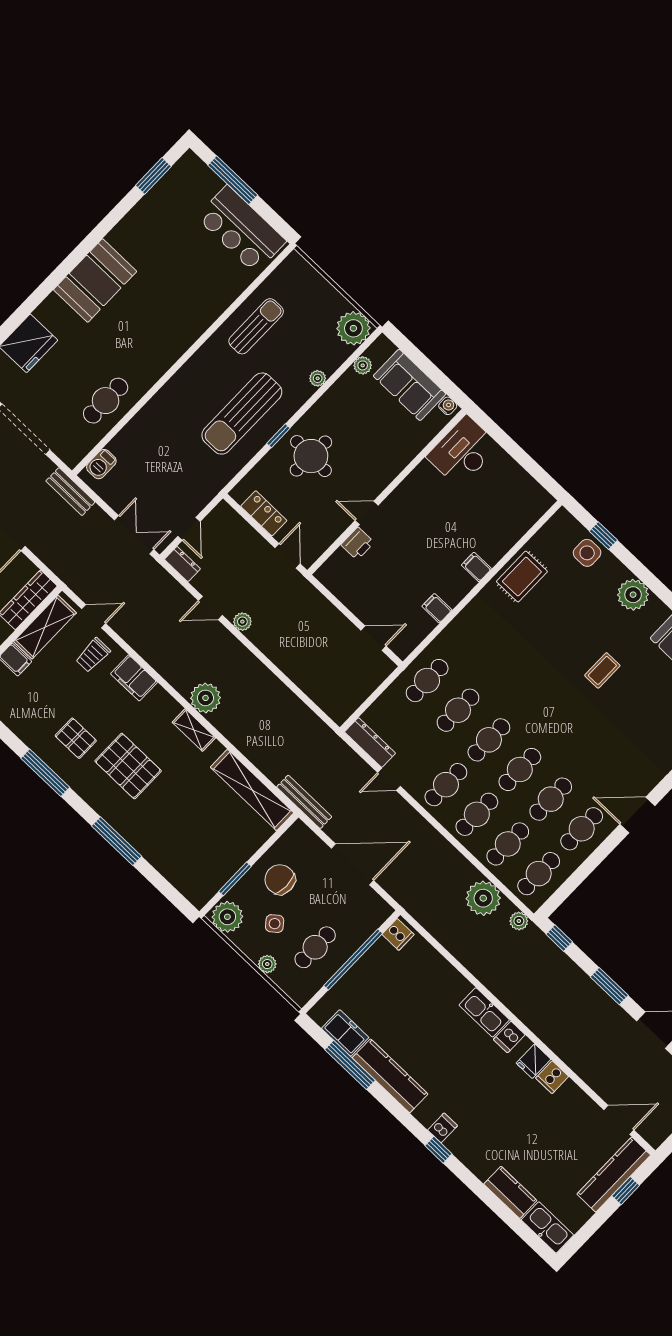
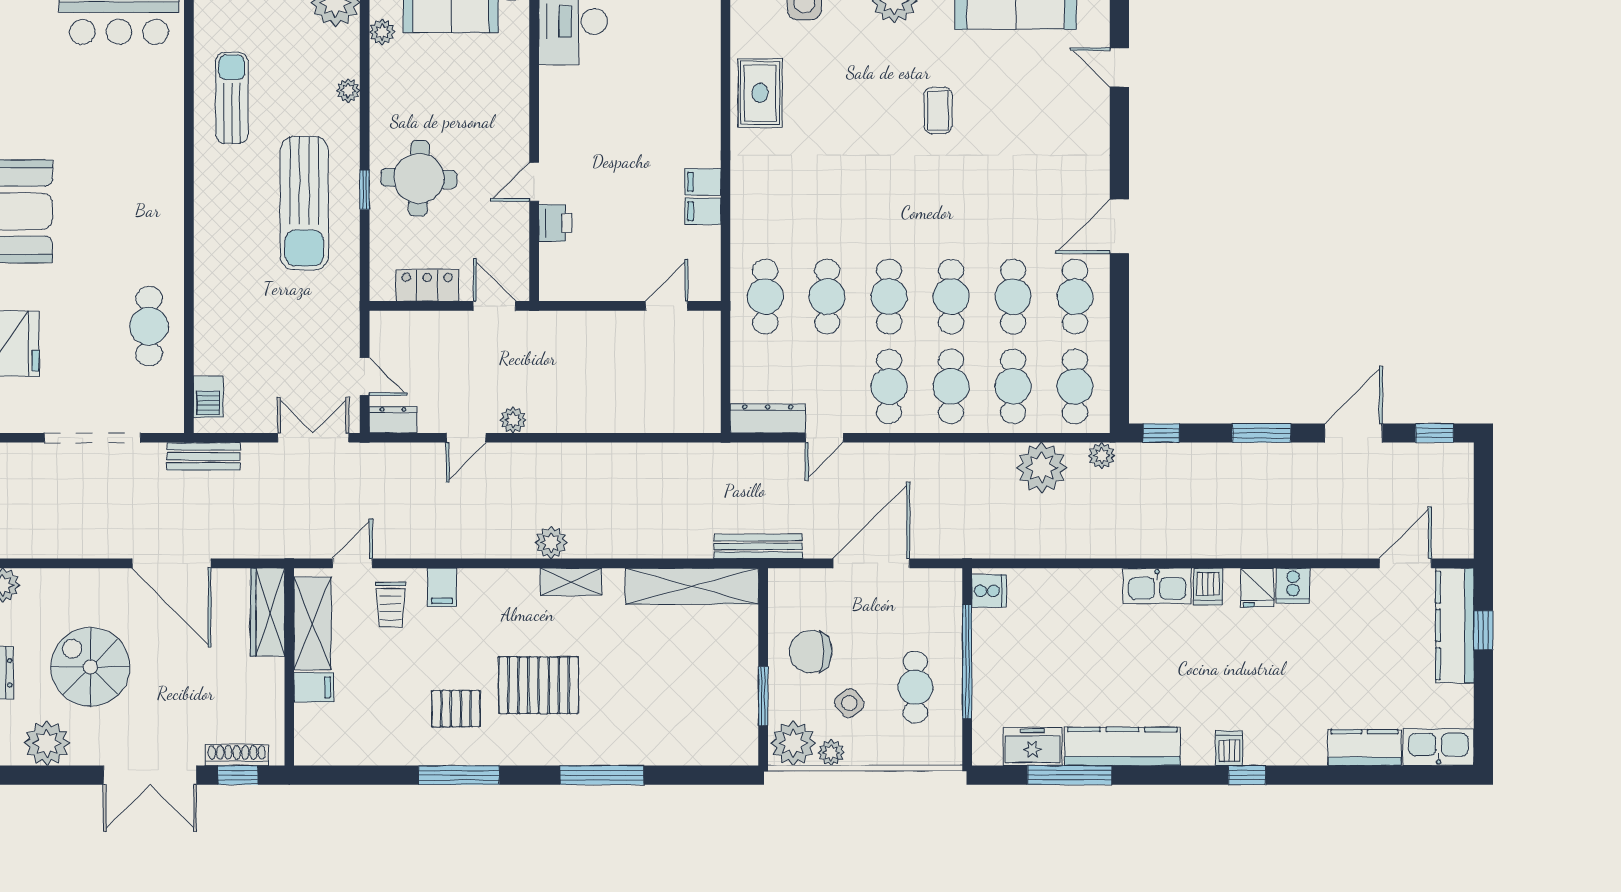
filing cabinet: (476, 567) -> (703, 182), moved
filing cabinet: (134, 678) -> (442, 587), width x0.50
plant: (205, 698) -> (551, 542), width x0.73, depth x0.73
plant: (267, 964) -> (831, 753), moved

